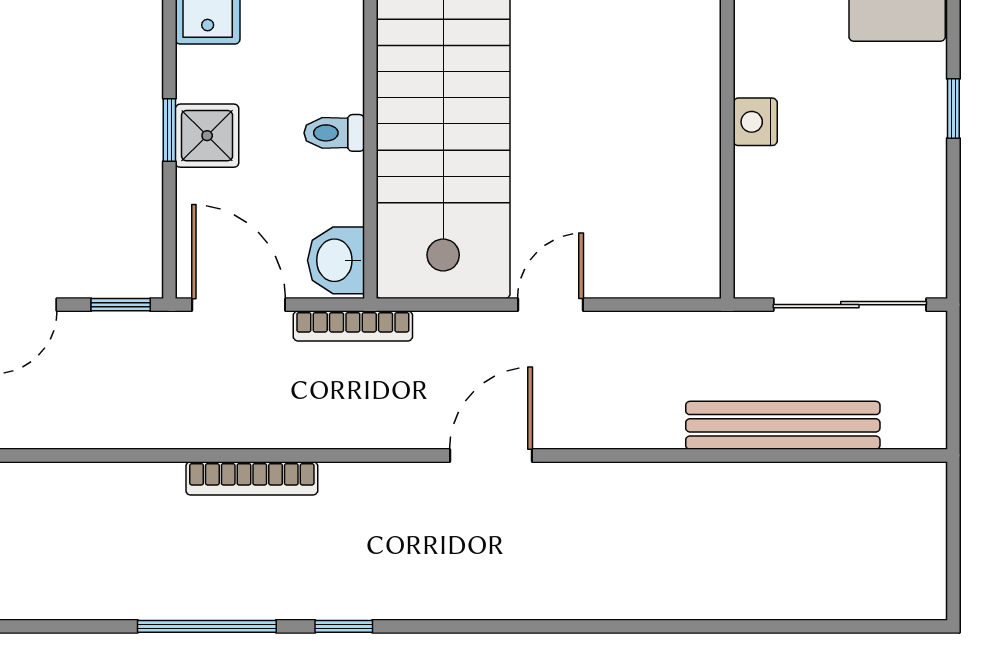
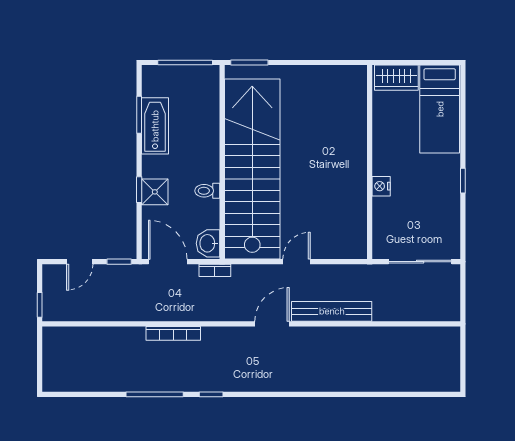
bookcase: (353, 326) -> (215, 270), width x0.64
bench: (783, 425) -> (332, 311), moved

